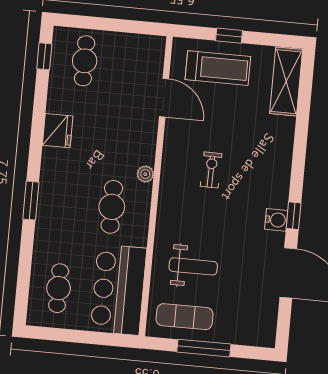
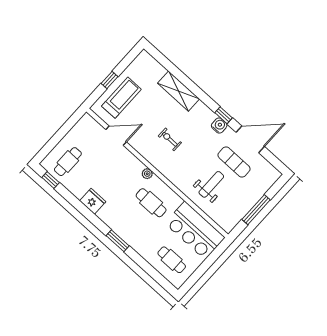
cafe table: (85, 61) -> (68, 162), turned 90
shelving: (286, 82) -> (179, 91), moved
exercise mat: (185, 317) -> (234, 162), moved, turned 90

